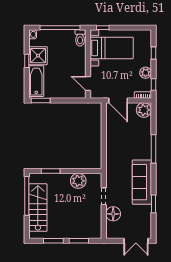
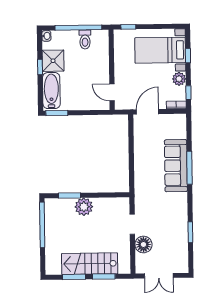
toilet: (80, 38) -> (85, 40), moved
bed with nightstands: (112, 48) -> (160, 50), moved, turned 180
door: (118, 100) -> (147, 112), swing flipped
plant: (144, 110) -> (178, 122), removed
plant: (78, 181) -> (84, 207), moved
sofa: (142, 182) -> (176, 166), moved
stairs: (38, 208) -> (90, 264), moved, turned -90
double door: (136, 241) -> (159, 276), moved

